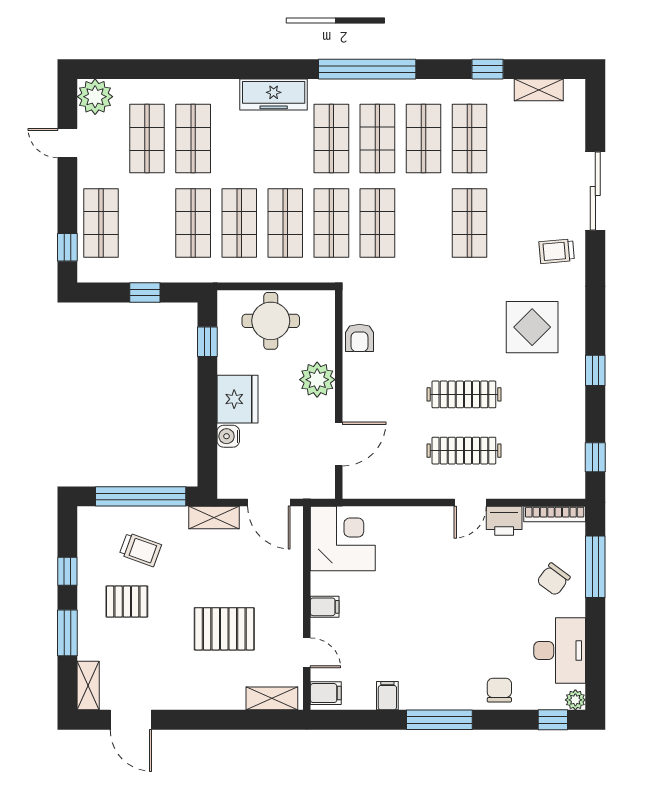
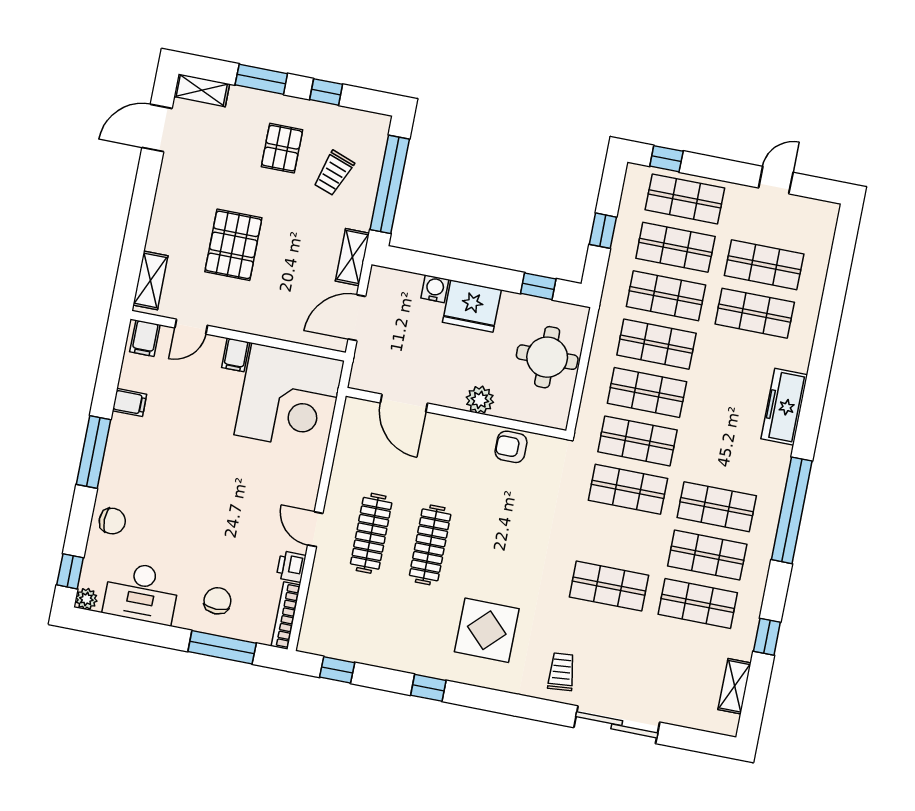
plant: (95, 97) -> (819, 219), removed
shop shelf: (331, 139) -> (675, 247), moved
plant: (317, 380) -> (480, 400), width x0.73, depth x0.73
printer: (504, 521) -> (291, 567), width x0.73, depth x0.81
corner desk: (343, 539) -> (289, 398), width x1.36, depth x1.36
chair: (553, 579) -> (217, 601), turned 53

